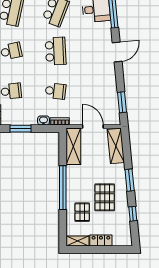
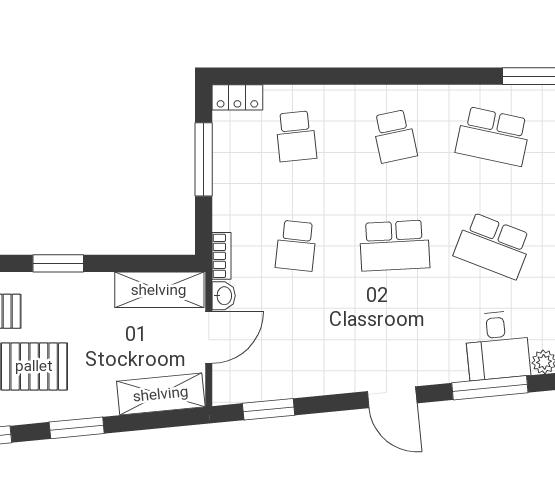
washbasin: (43, 120) -> (224, 296), moved
window: (21, 129) -> (204, 159), width x1.44
window: (63, 188) -> (58, 263), width x0.47

